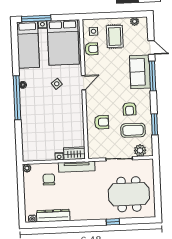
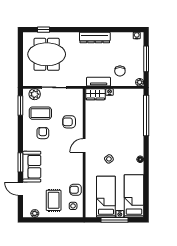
window: (36, 19) -> (114, 220), moved
bed: (63, 42) -> (106, 197), width x0.67
window: (153, 76) -> (20, 162), width x0.69
door: (83, 83) -> (84, 145), moved
window: (17, 98) -> (146, 115), moved
window: (155, 124) -> (20, 105), moved
tv unit: (77, 167) -> (99, 82), width x0.71
window: (21, 194) -> (146, 59), added
dresser: (53, 216) -> (95, 37), moved
window: (113, 222) -> (43, 30), moved

